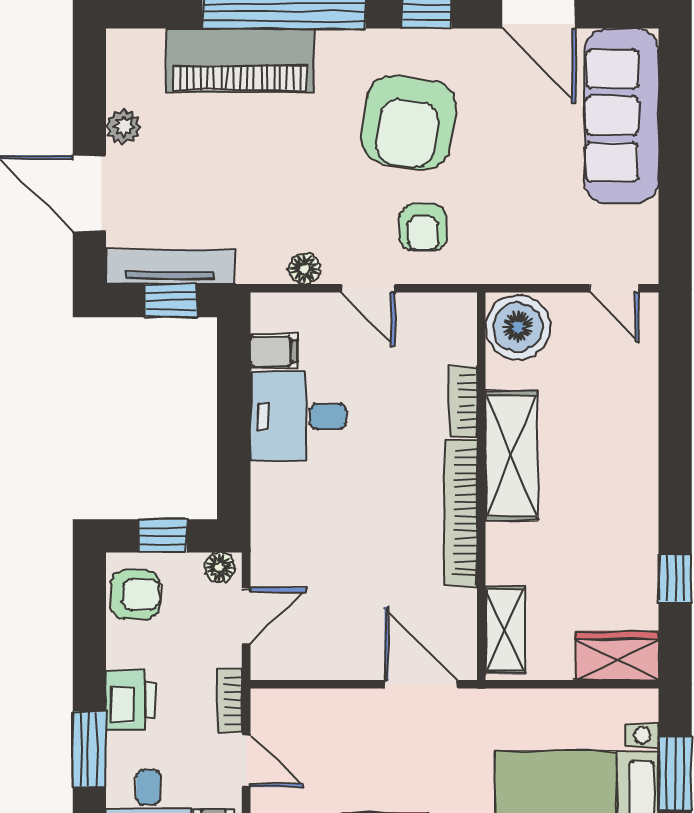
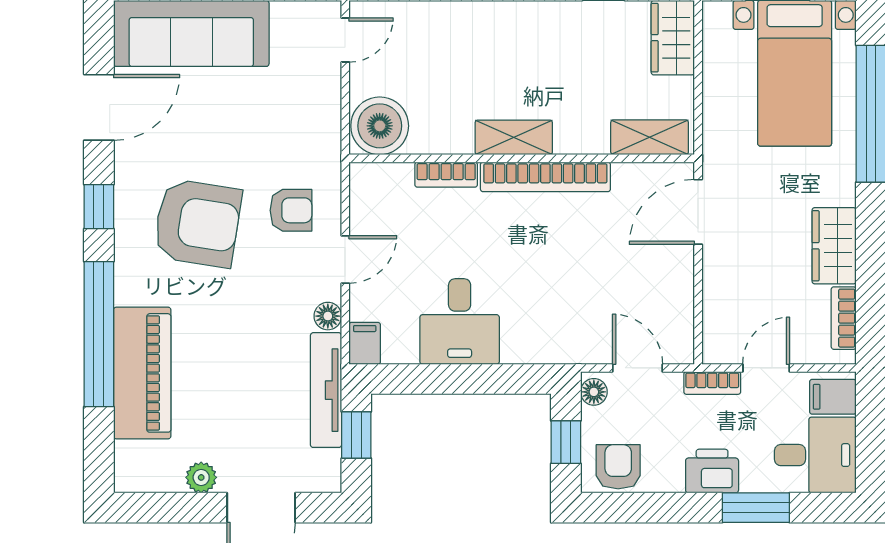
tv unit: (170, 267) -> (326, 390), moved
filing cabinet: (274, 351) -> (365, 343), moved
shelving: (511, 456) -> (514, 137), width x0.67, depth x0.75

